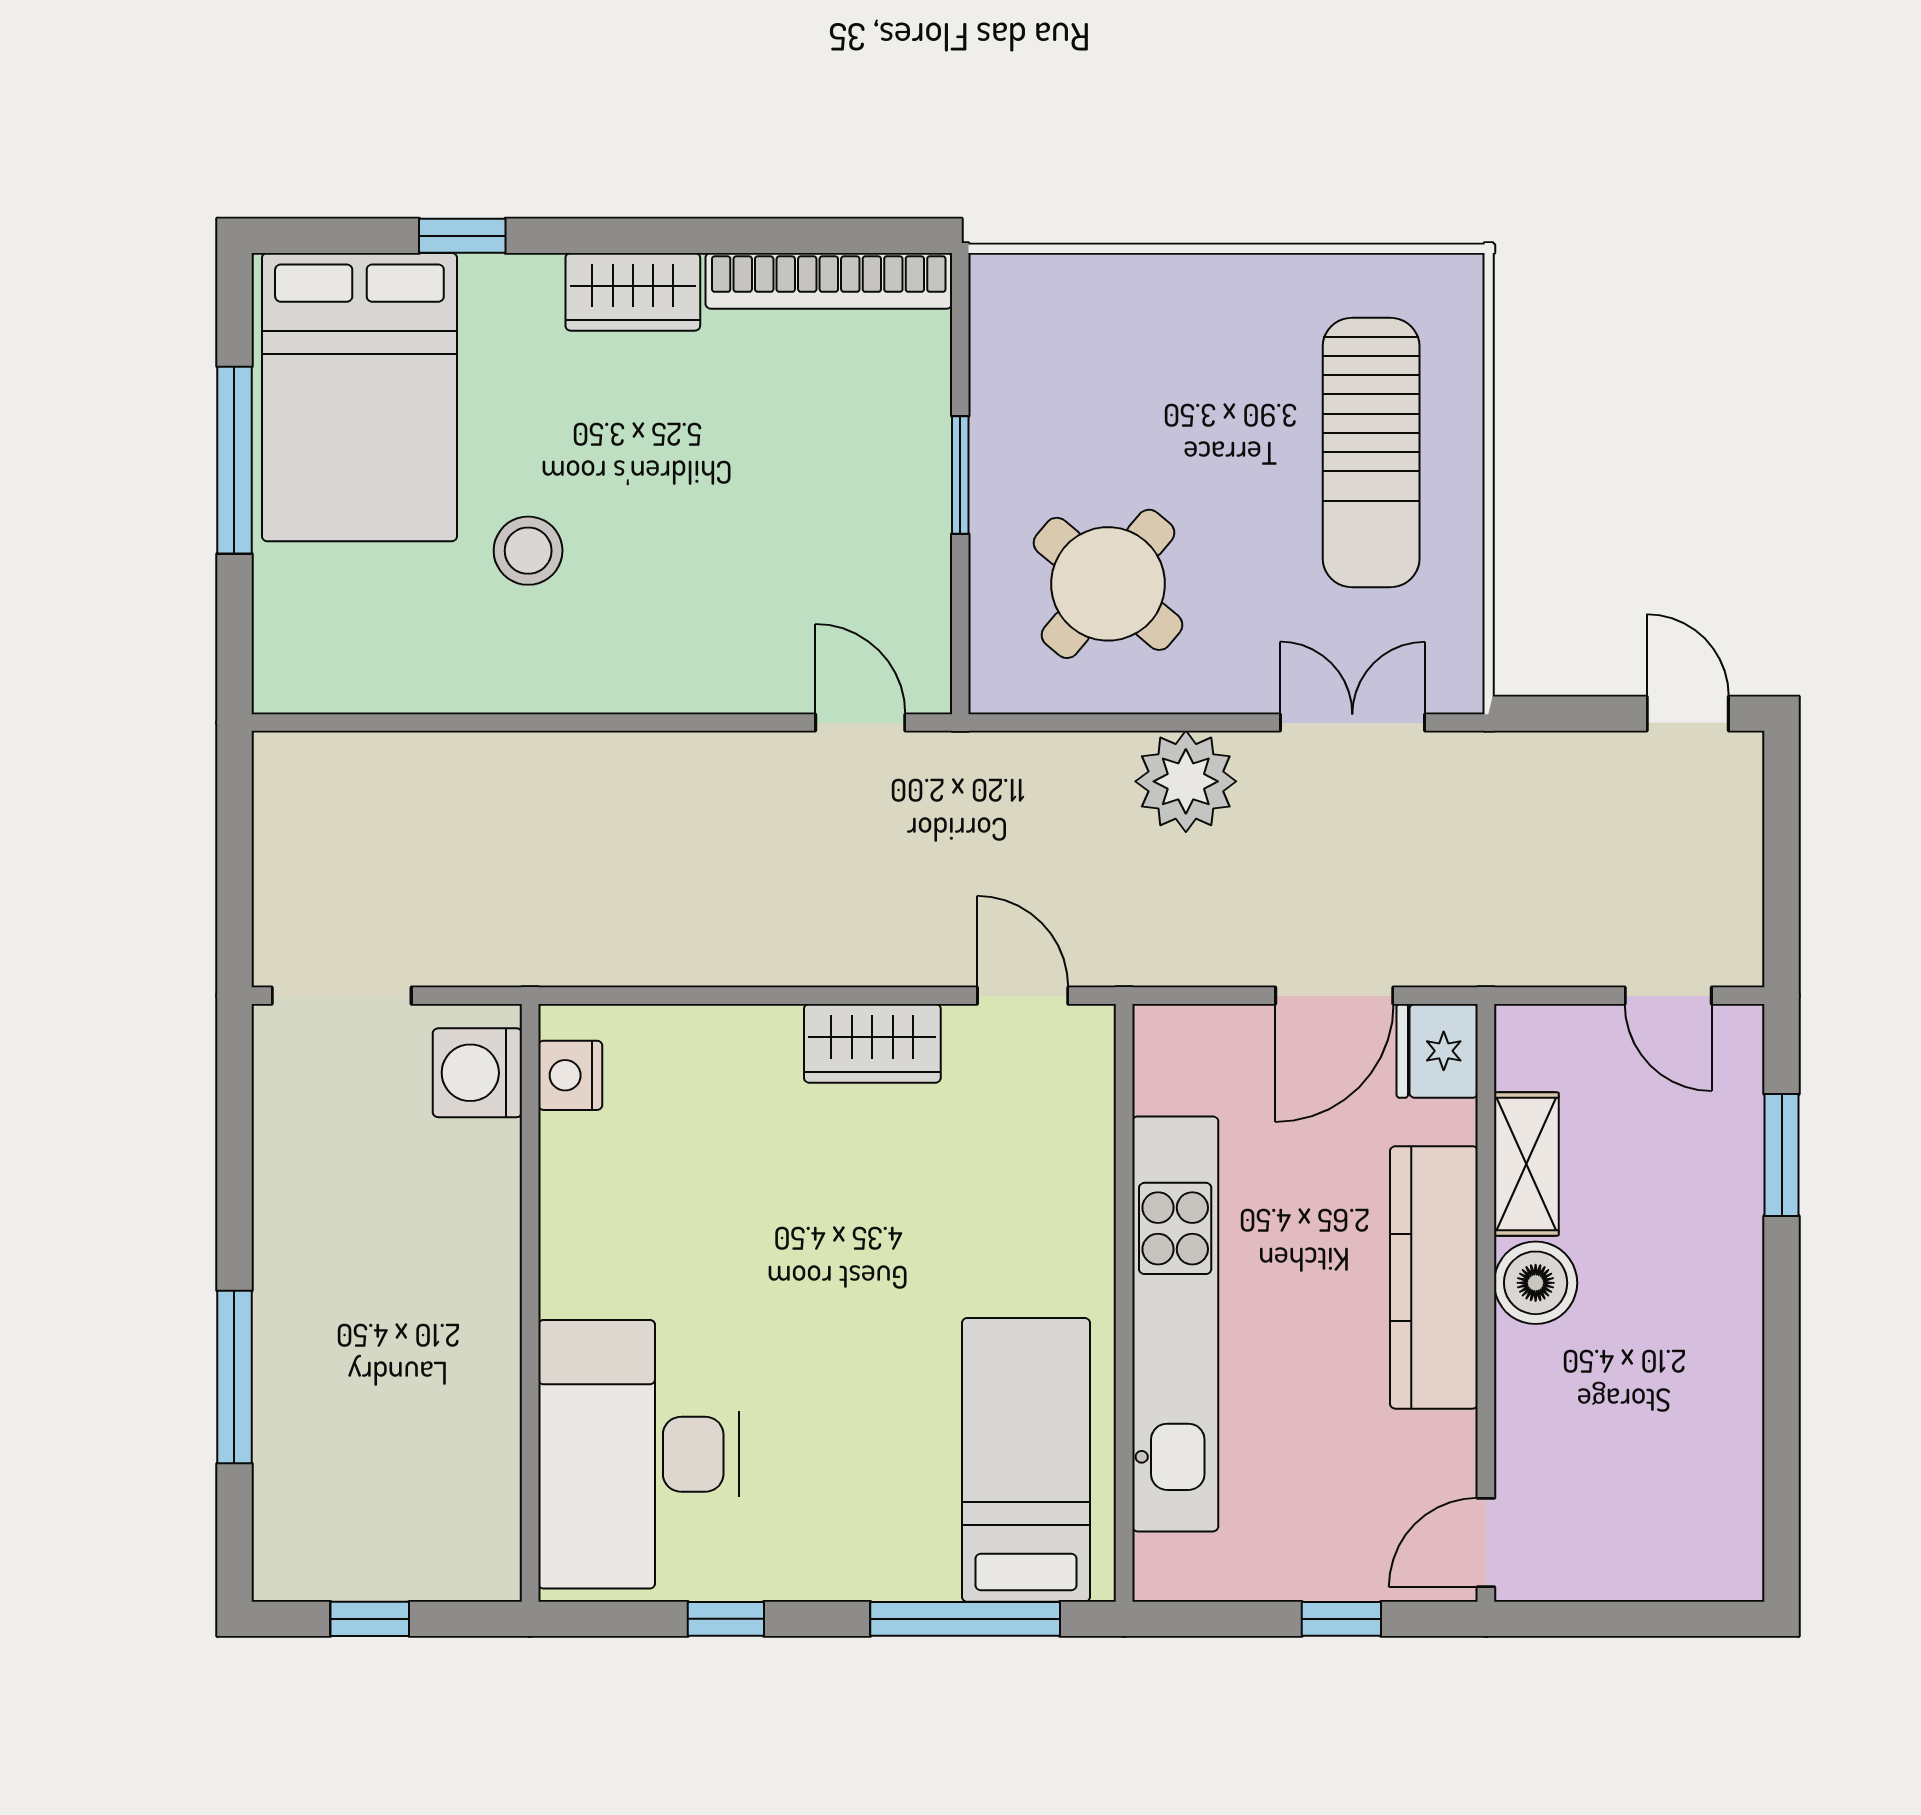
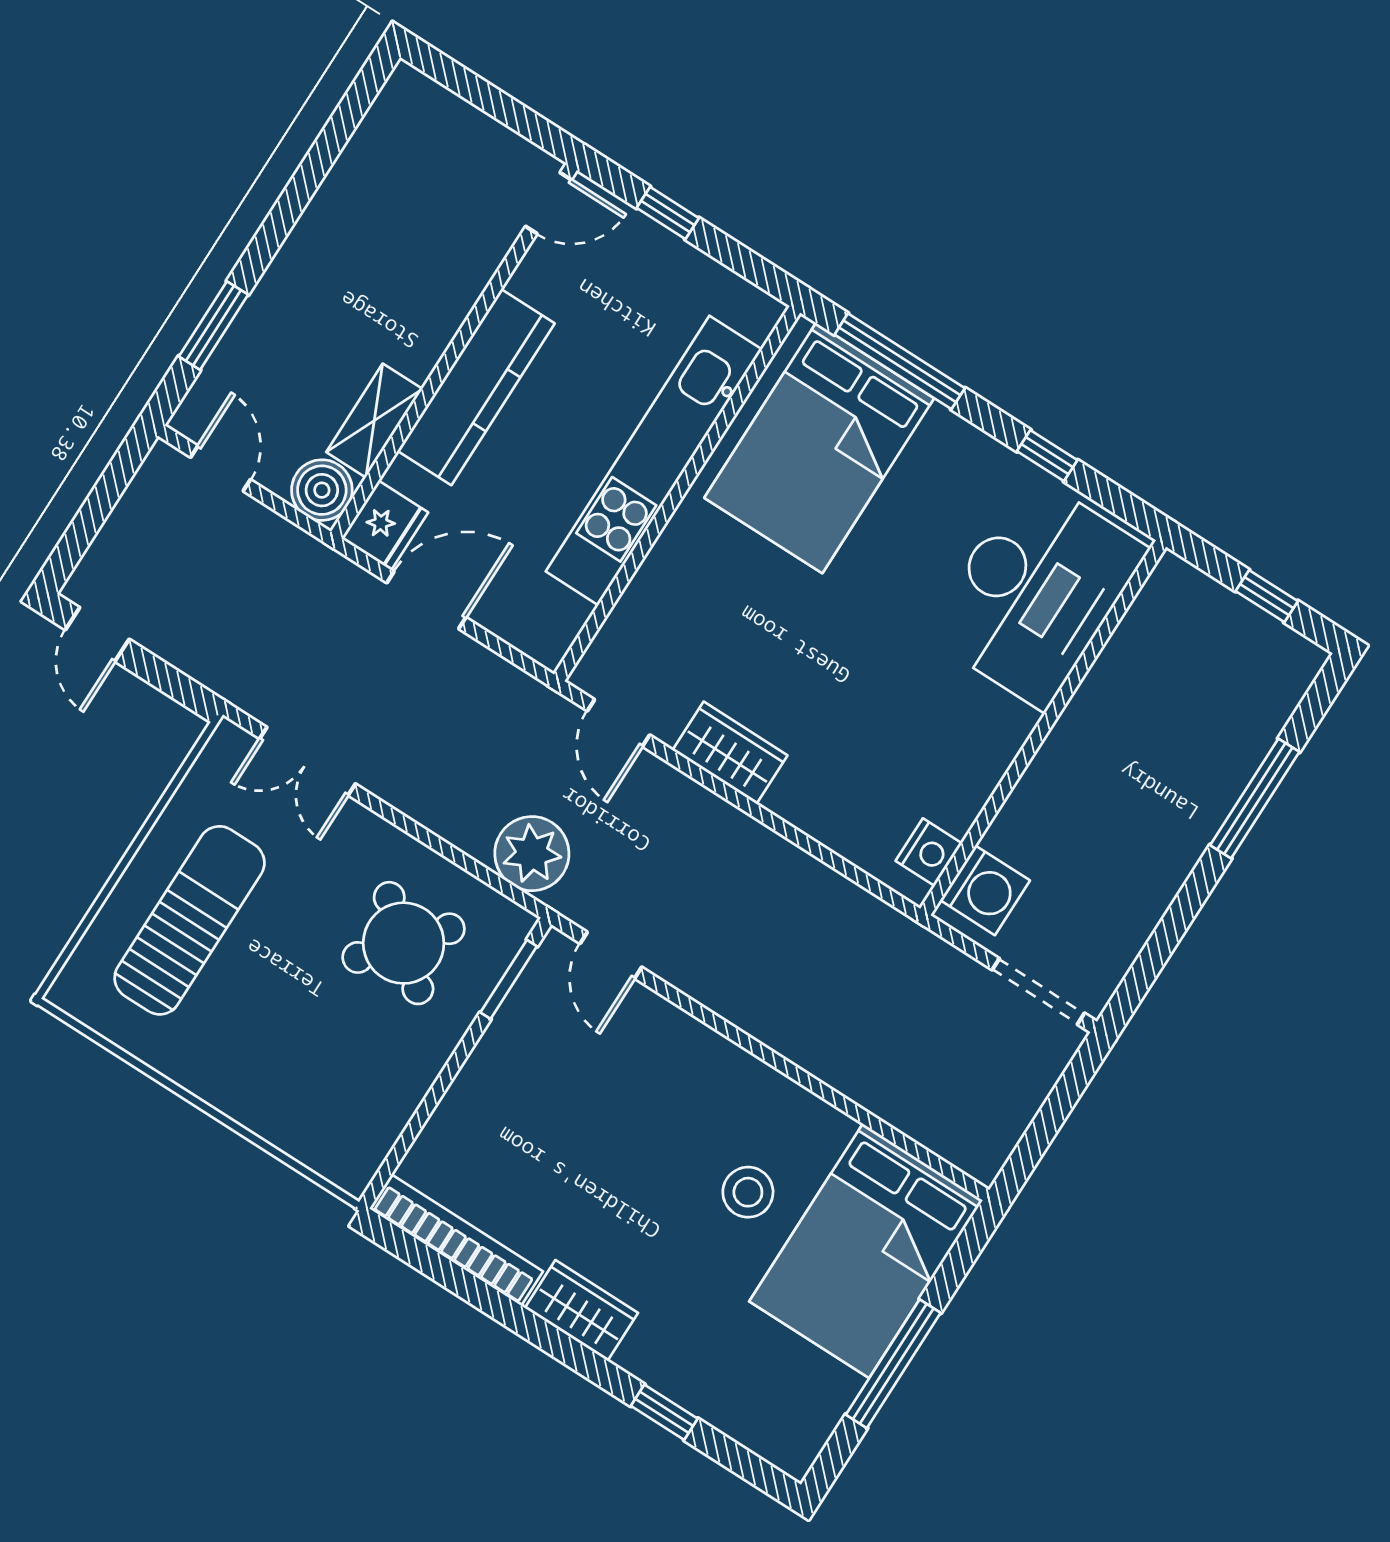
bed: (359, 397) -> (866, 1251), moved, turned 180
window: (960, 475) -> (509, 979), moved
plant: (1186, 781) -> (532, 854), moved
boiler: (1536, 1283) -> (322, 490), moved
bed: (1026, 1460) -> (819, 448), width x1.50

